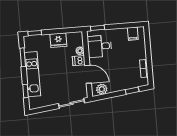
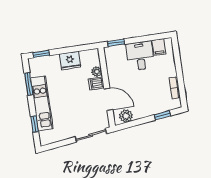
desk: (100, 46) -> (140, 56), moved, turned 90

